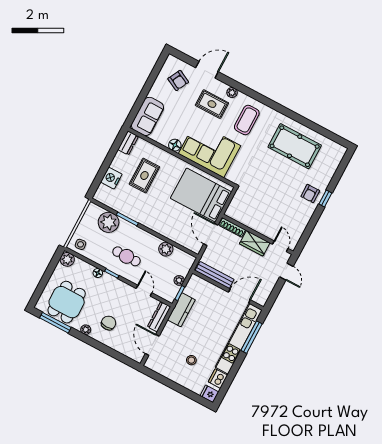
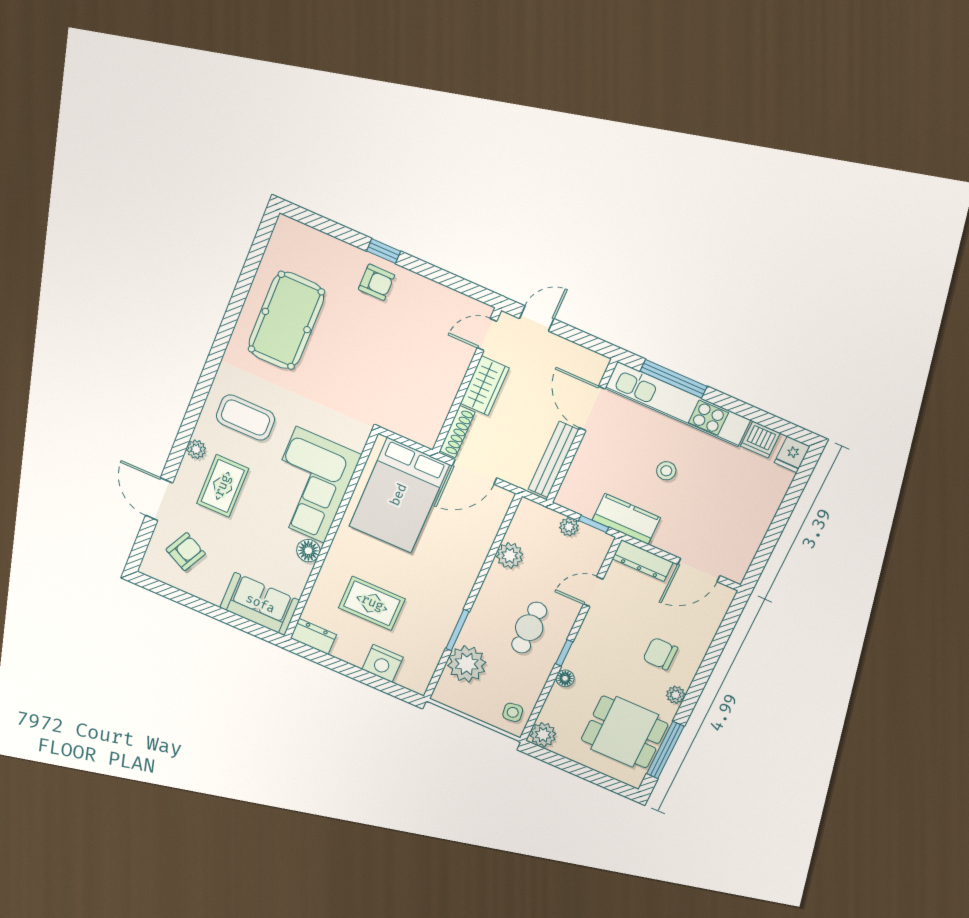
stool: (191, 360) -> (666, 471), moved

